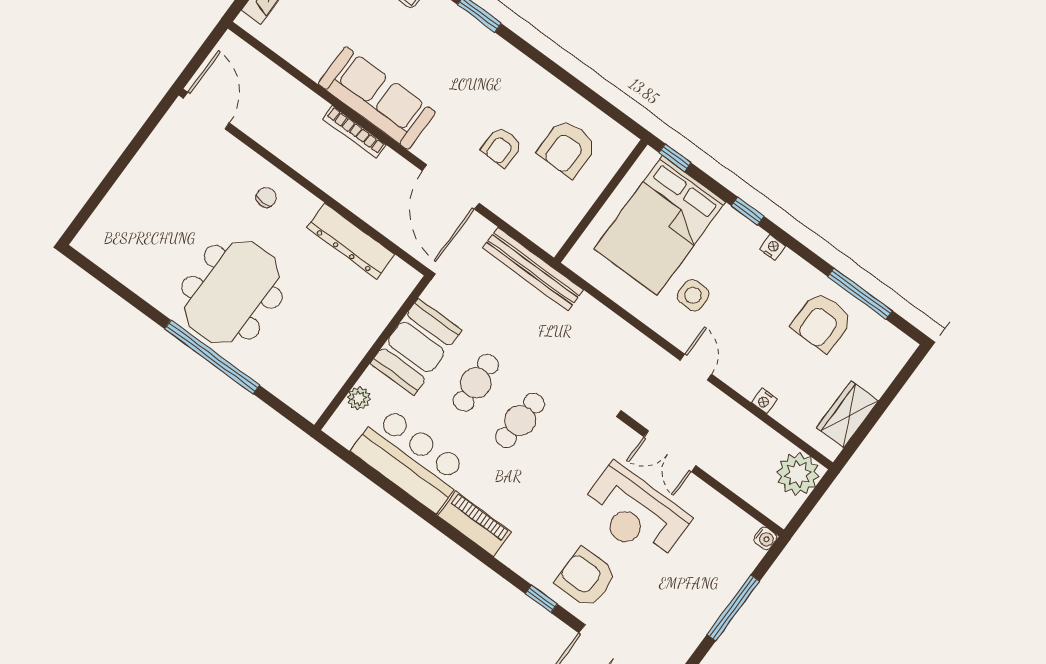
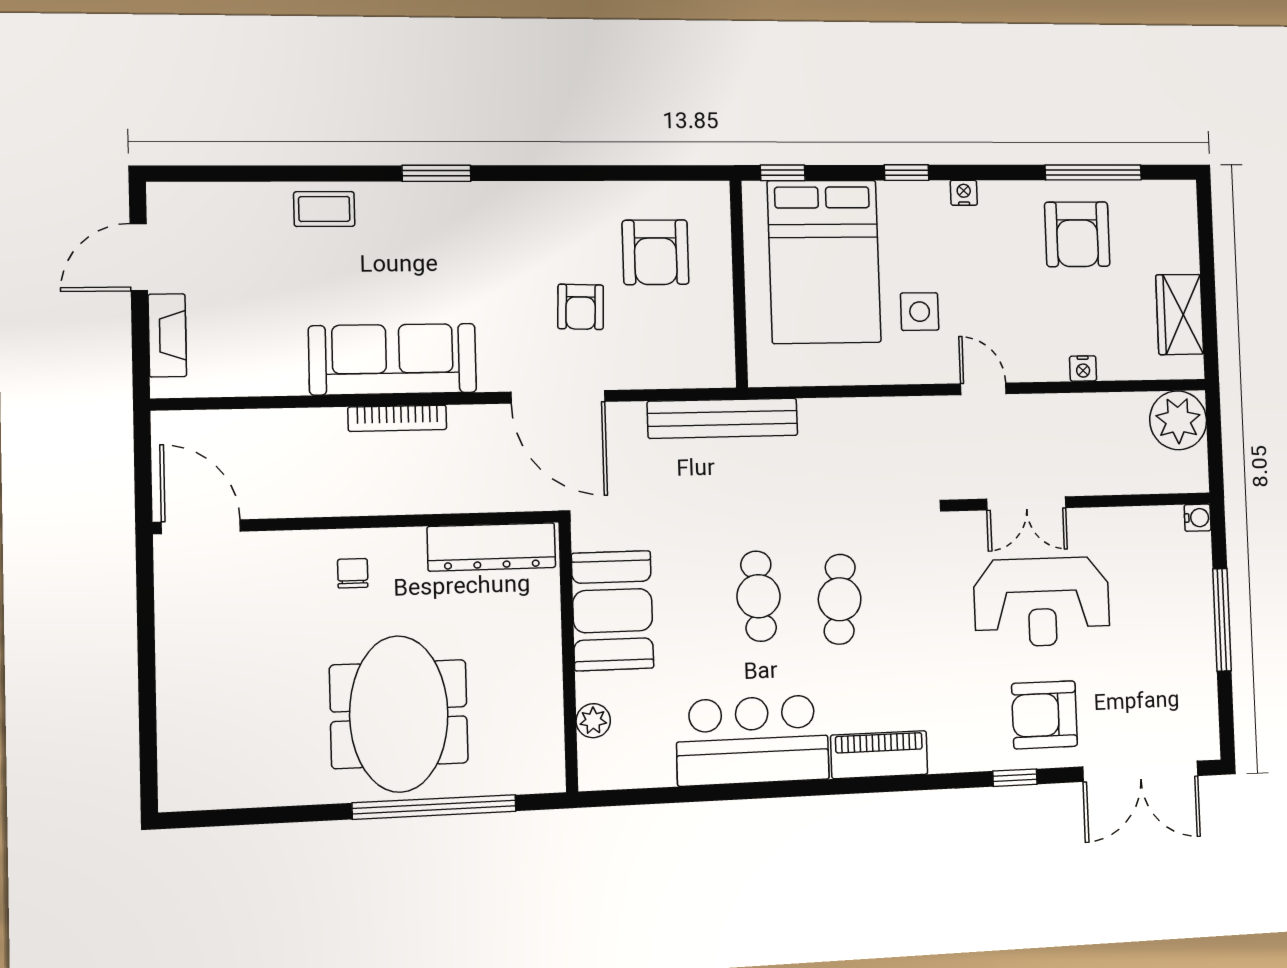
booth: (416, 347) -> (613, 611), moved
wall: (372, 353) -> (568, 657), moved
plant: (359, 398) -> (593, 721), moved

